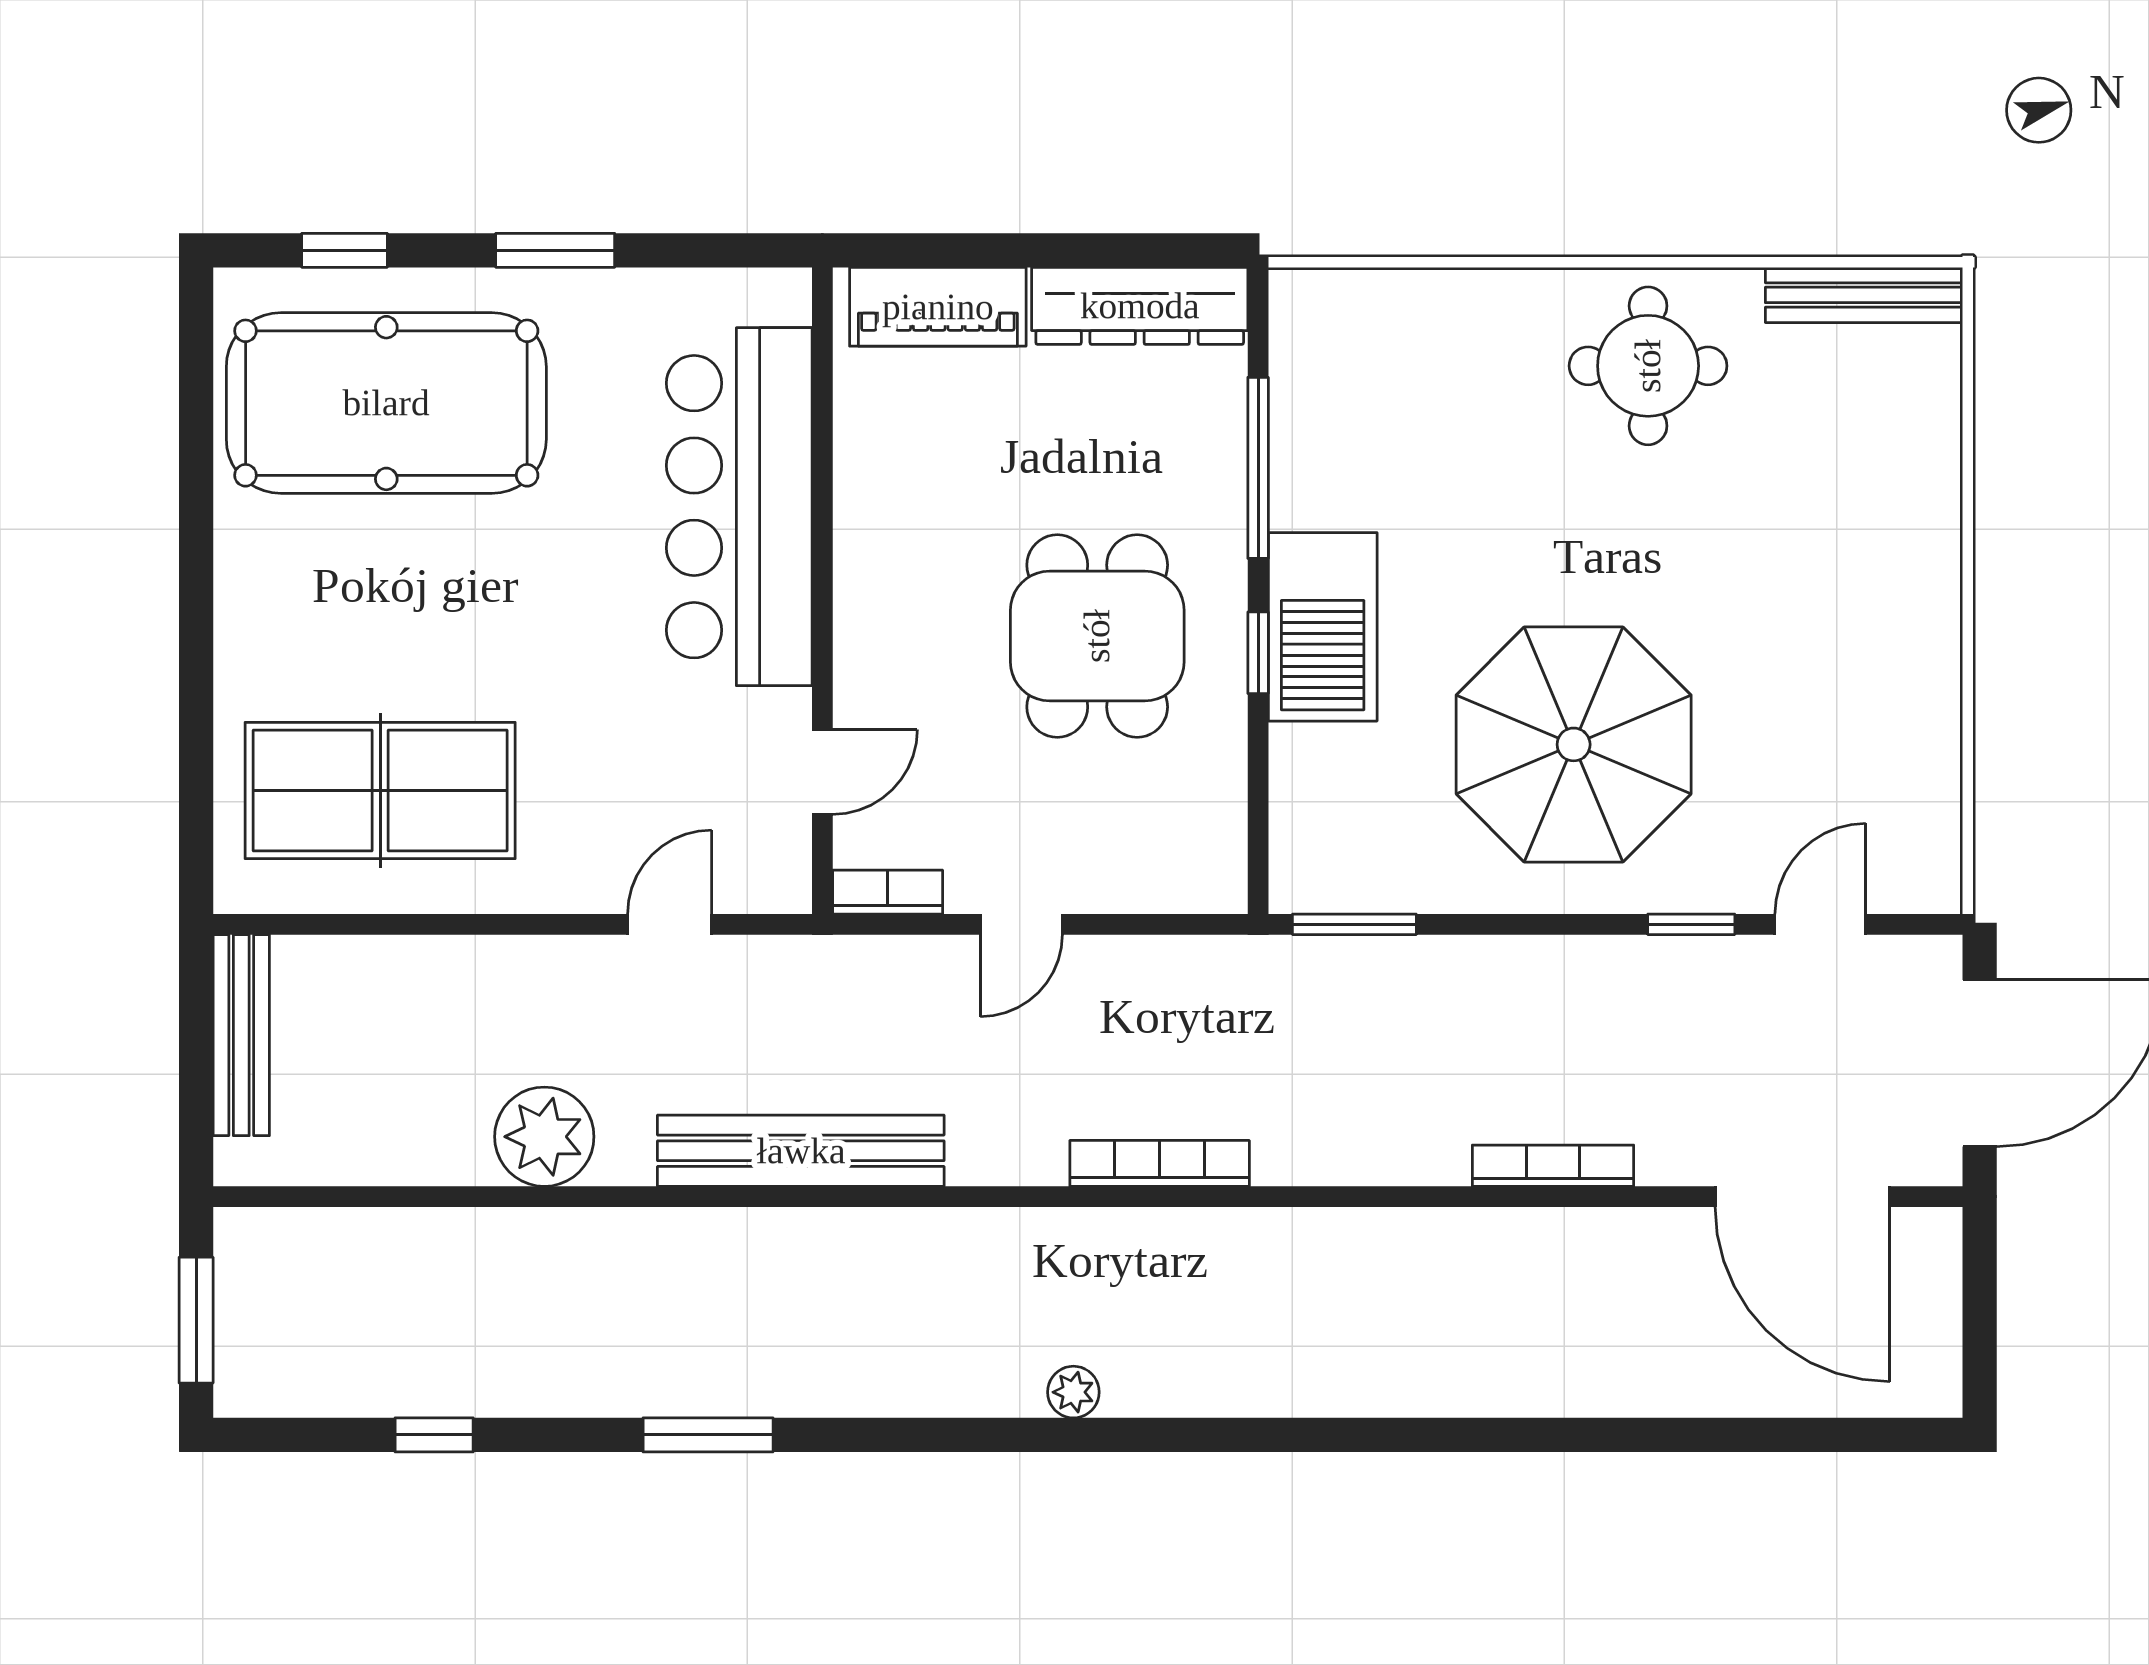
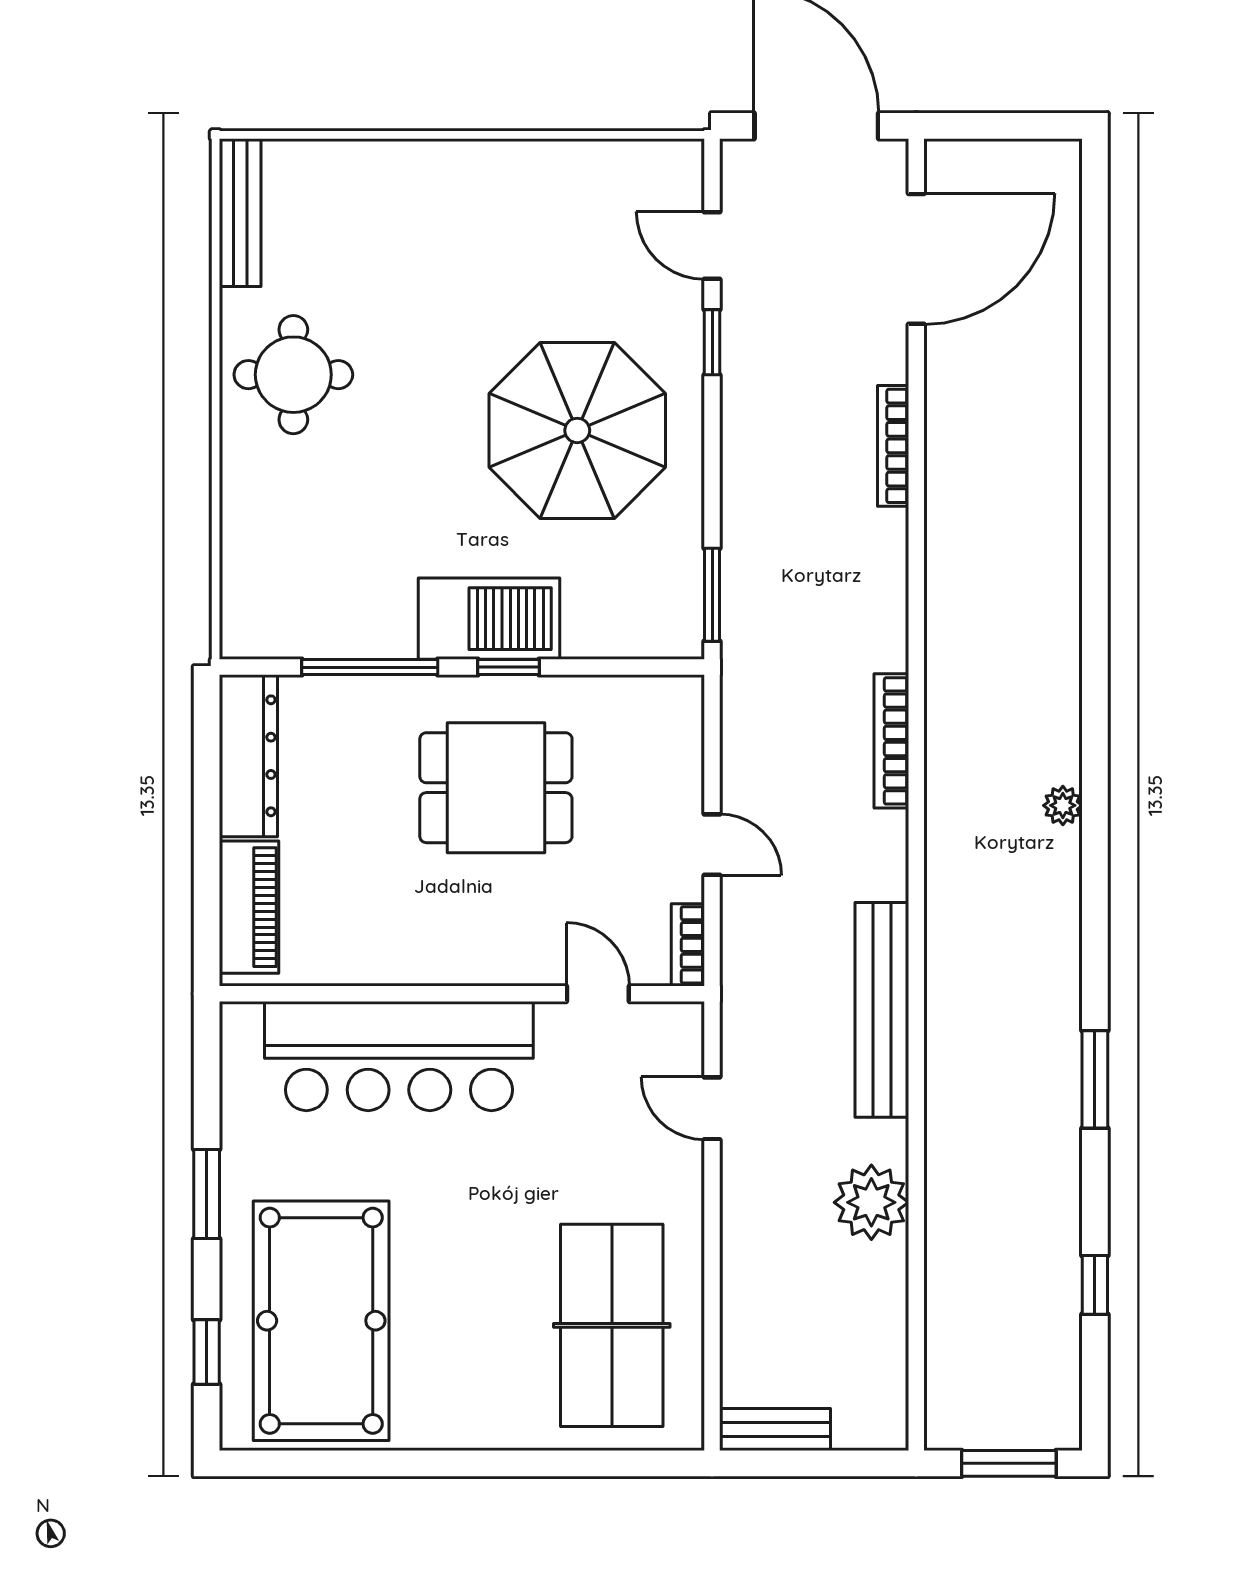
bench: (241, 1035) -> (775, 1430), width x0.73

